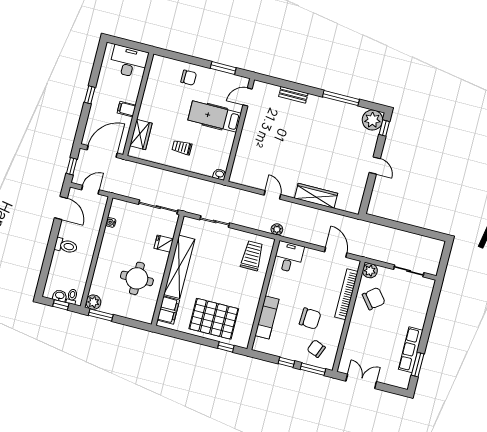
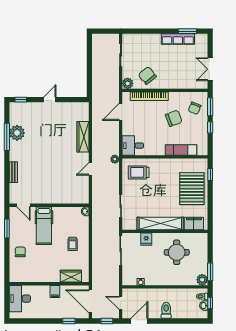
window: (90, 95) -> (69, 321), moved
plant: (372, 120) -> (17, 133), moved
chair: (310, 318) -> (174, 118), turned 66

